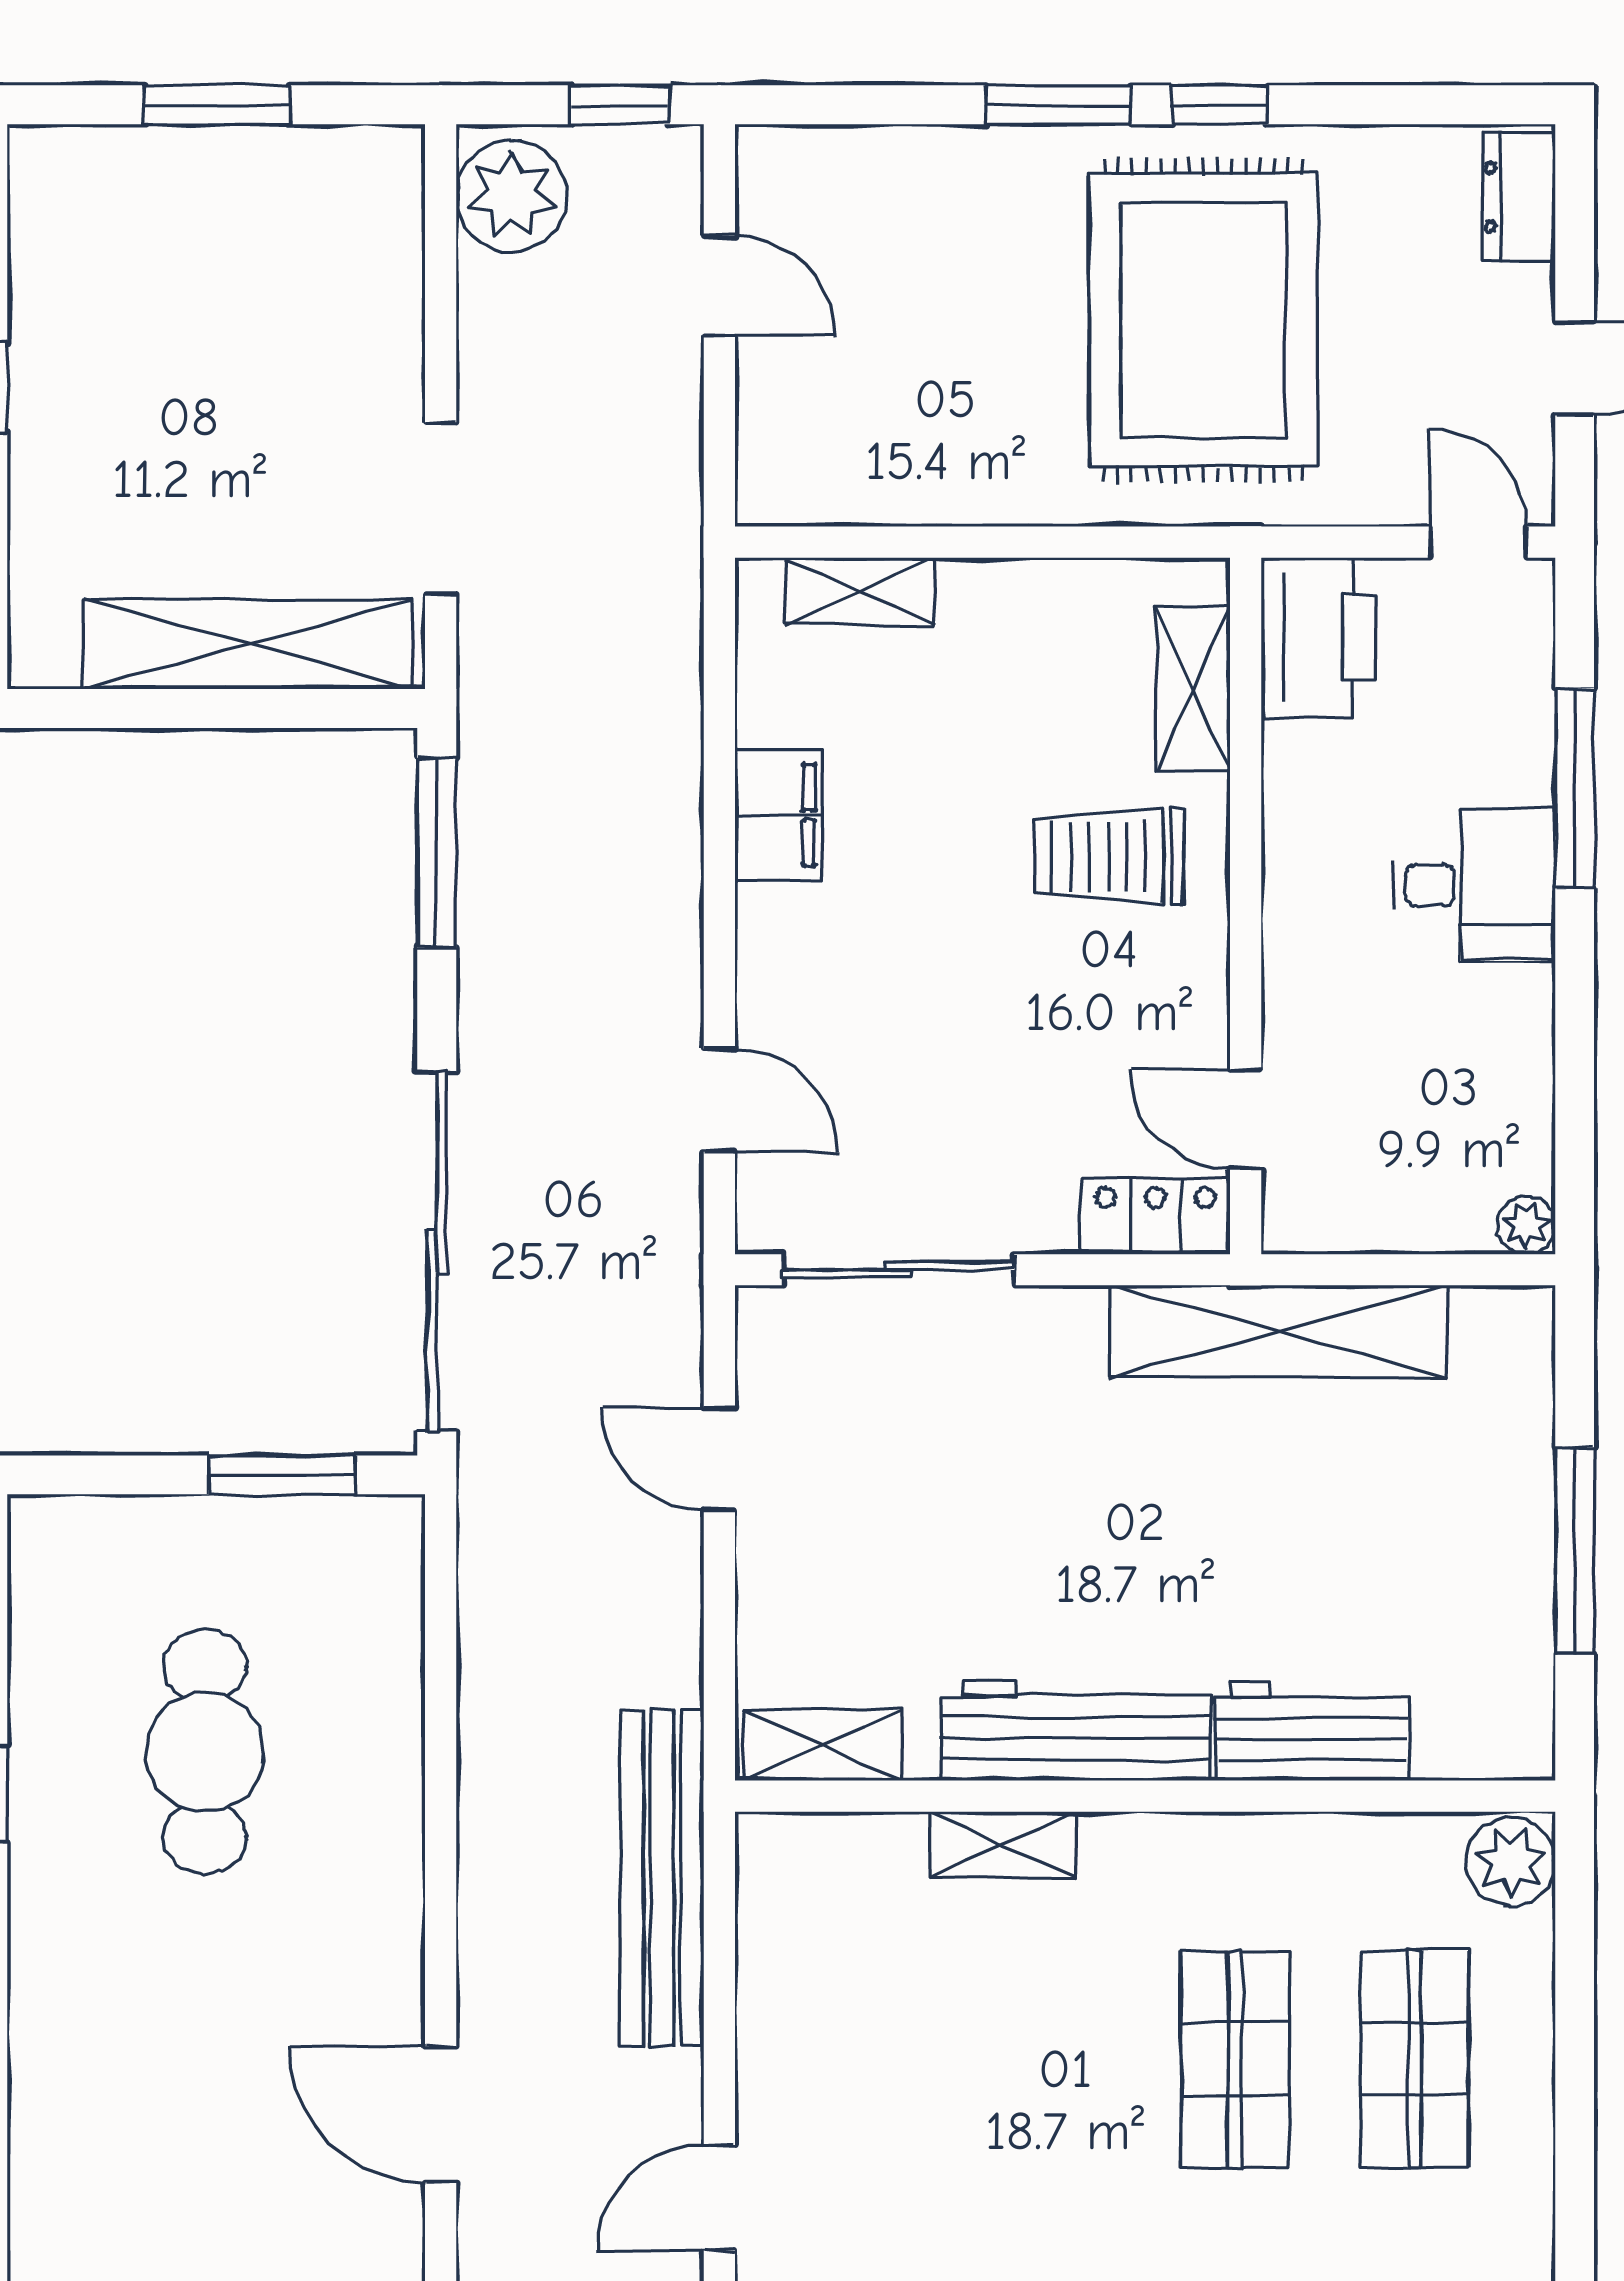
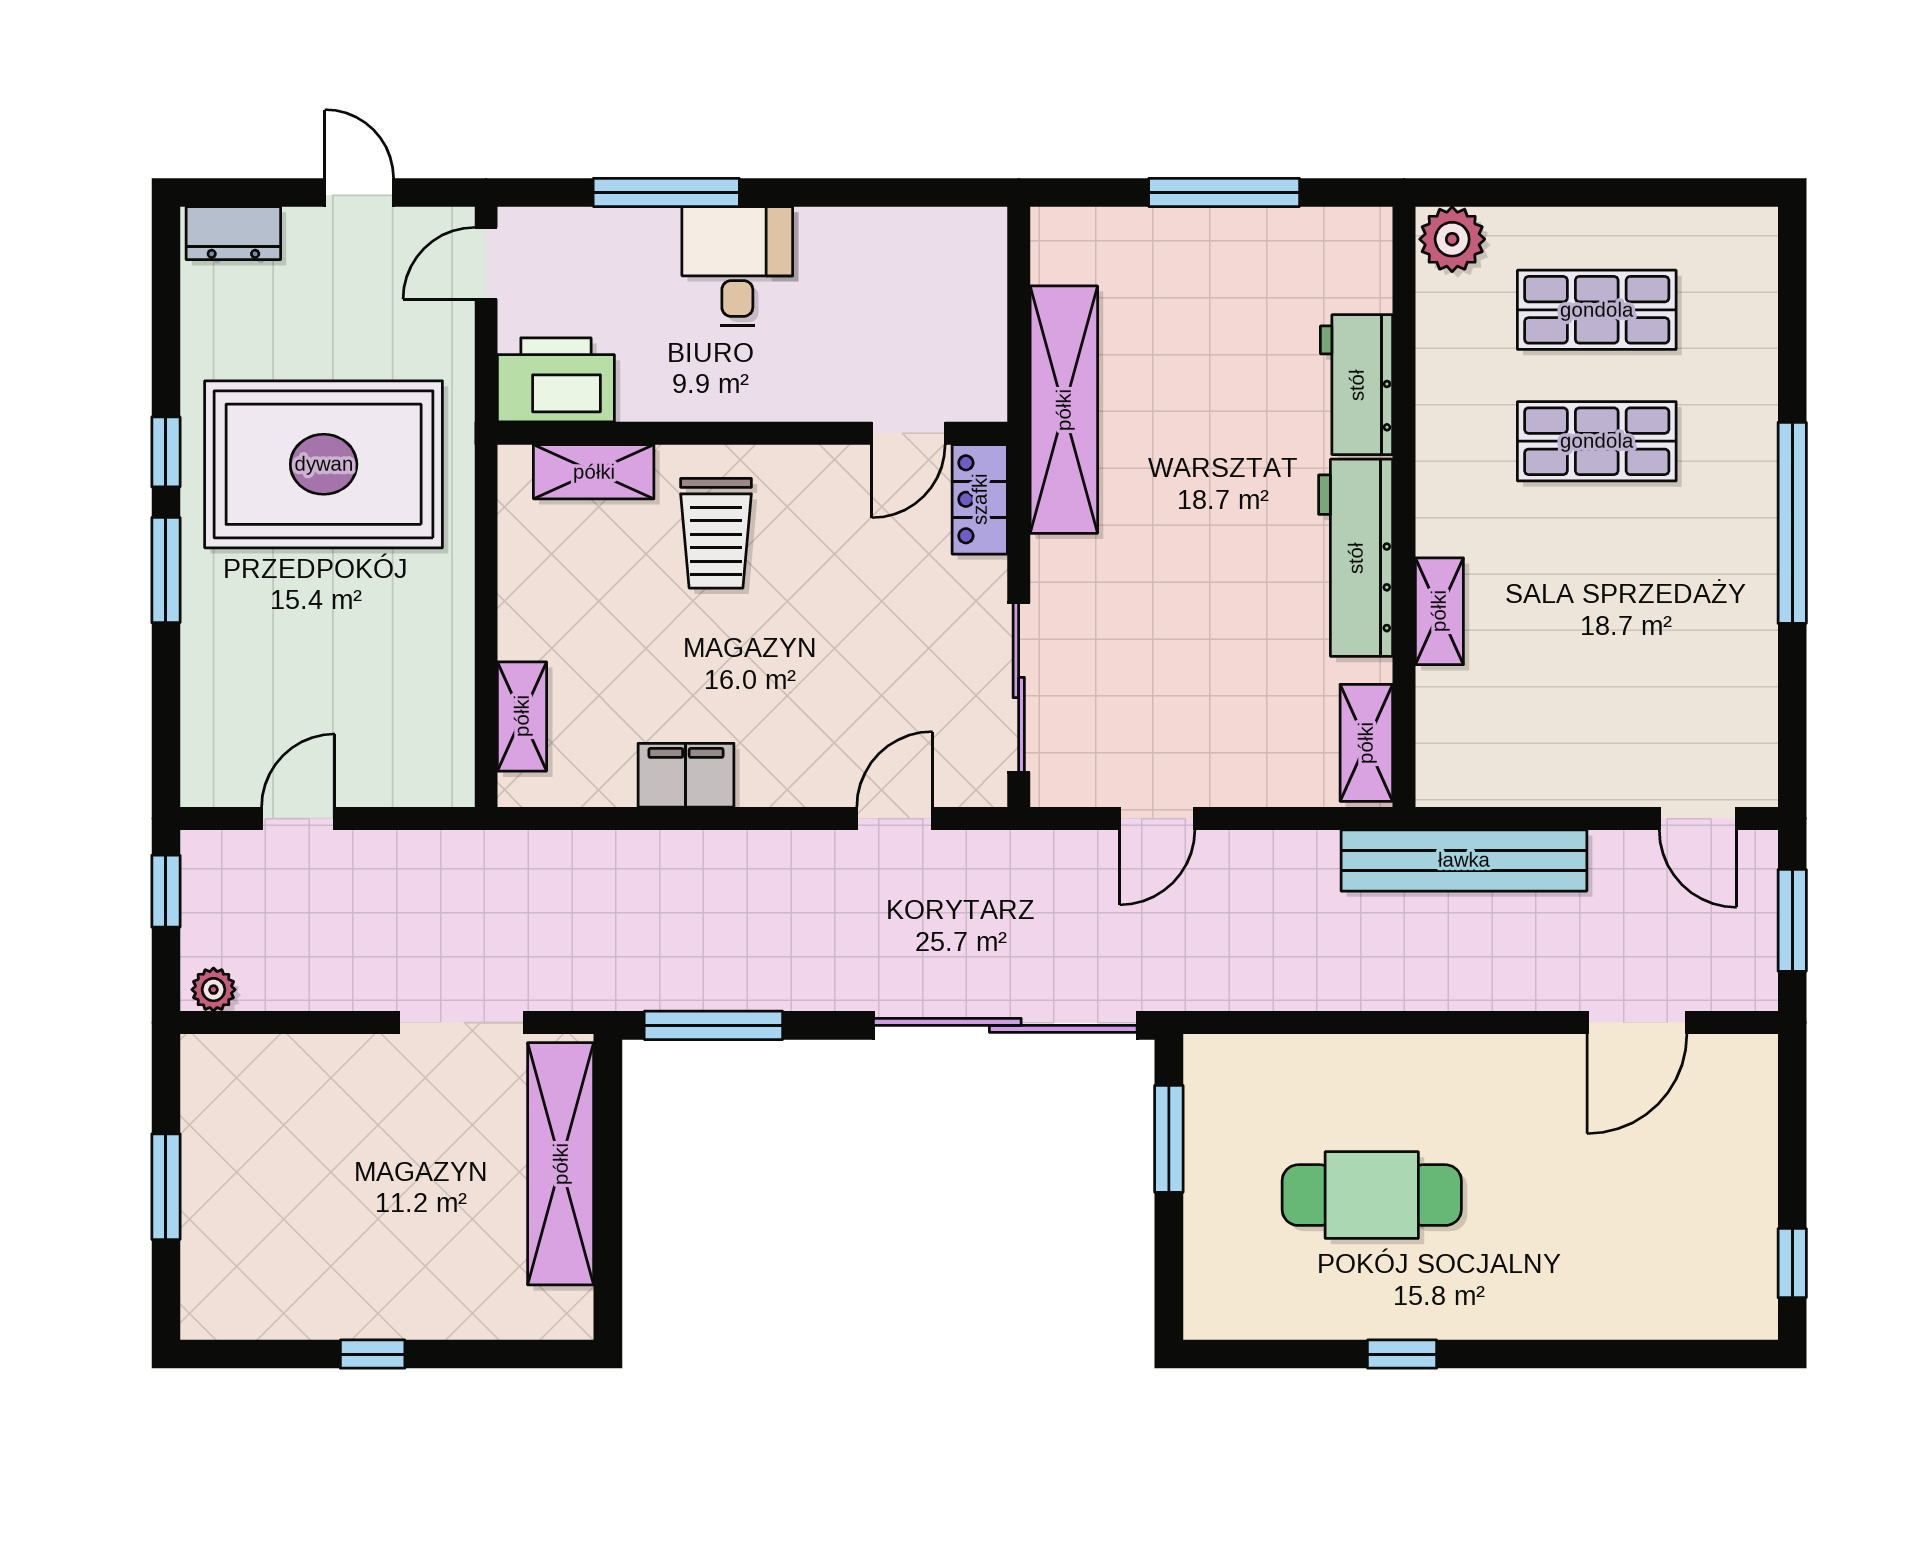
plant: (512, 196) -> (213, 990), width x0.53, depth x0.53
plant: (1526, 1225) -> (986, 228), removed

